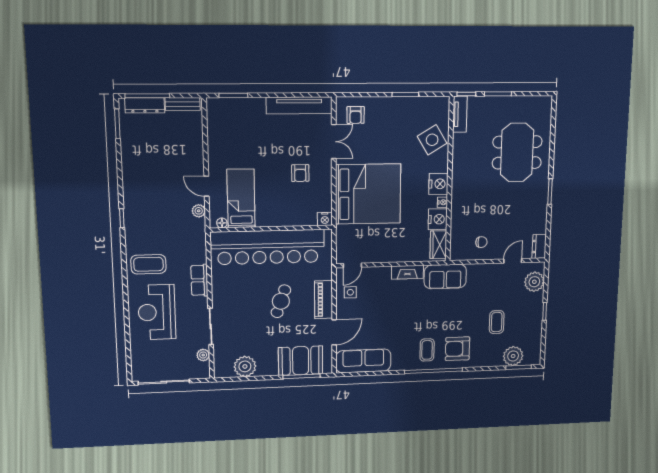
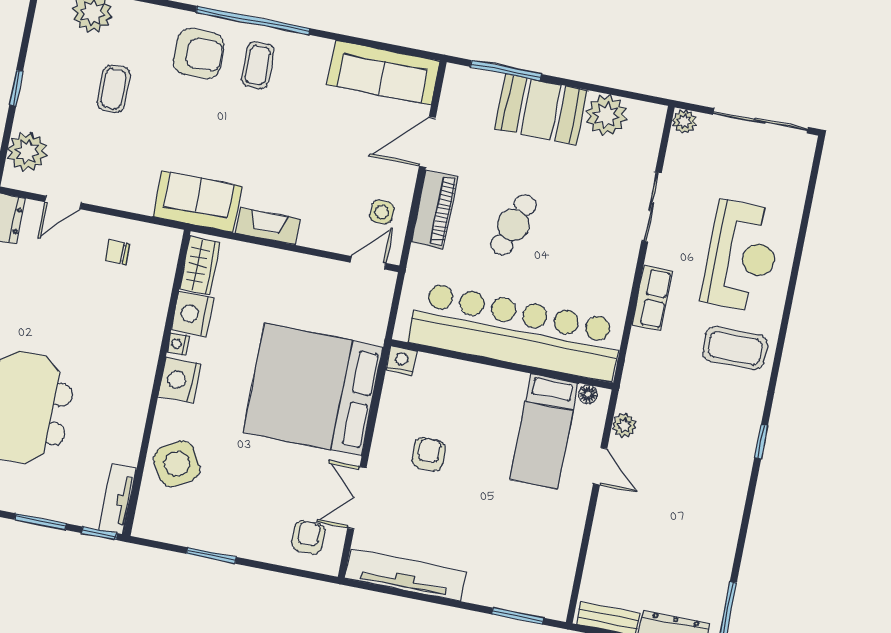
plant: (203, 355) -> (684, 121), moved
booth: (301, 361) -> (541, 109), moved

